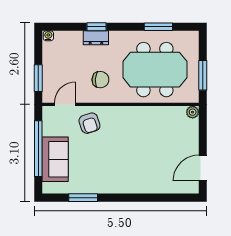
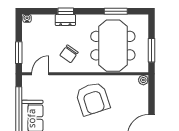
meeting table: (155, 70) -> (113, 46), turned 90
chair: (100, 80) -> (69, 54), turned 121
armchair: (89, 123) -> (93, 99), moved, width x1.88, depth x1.88

